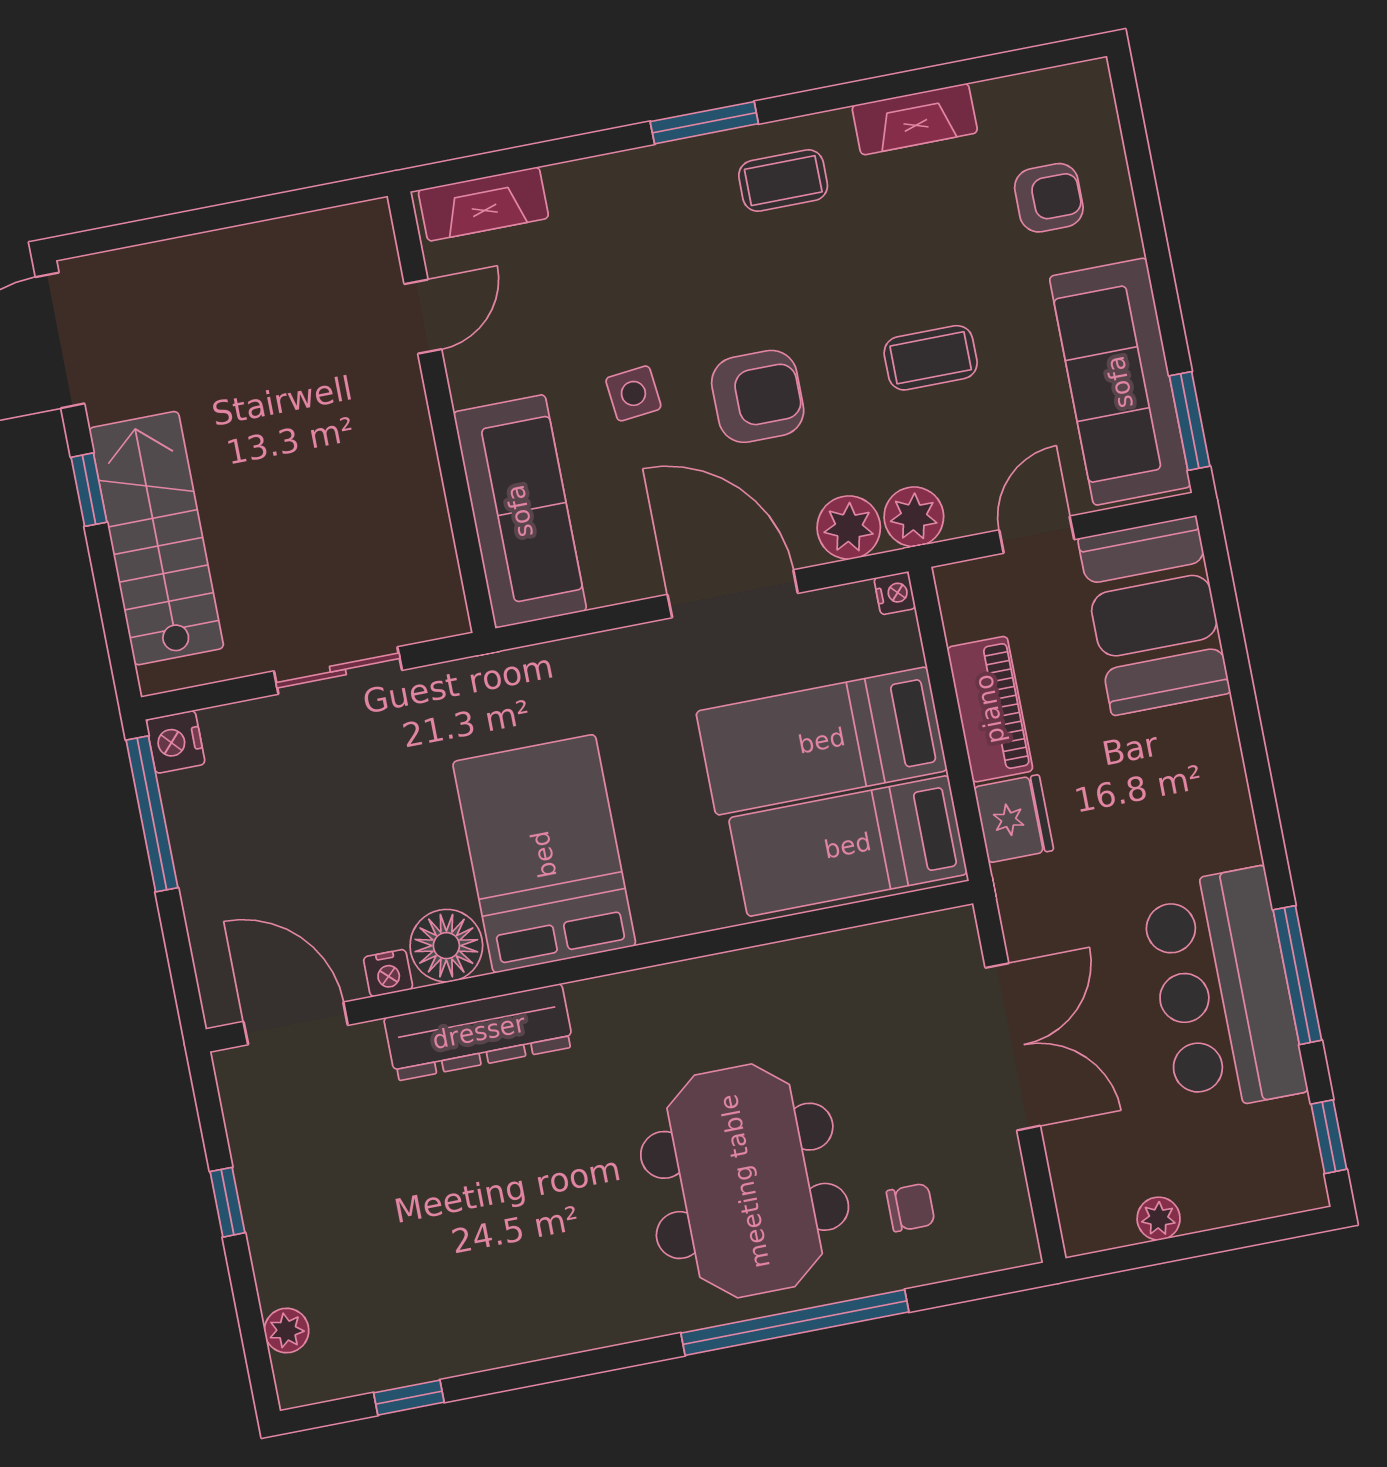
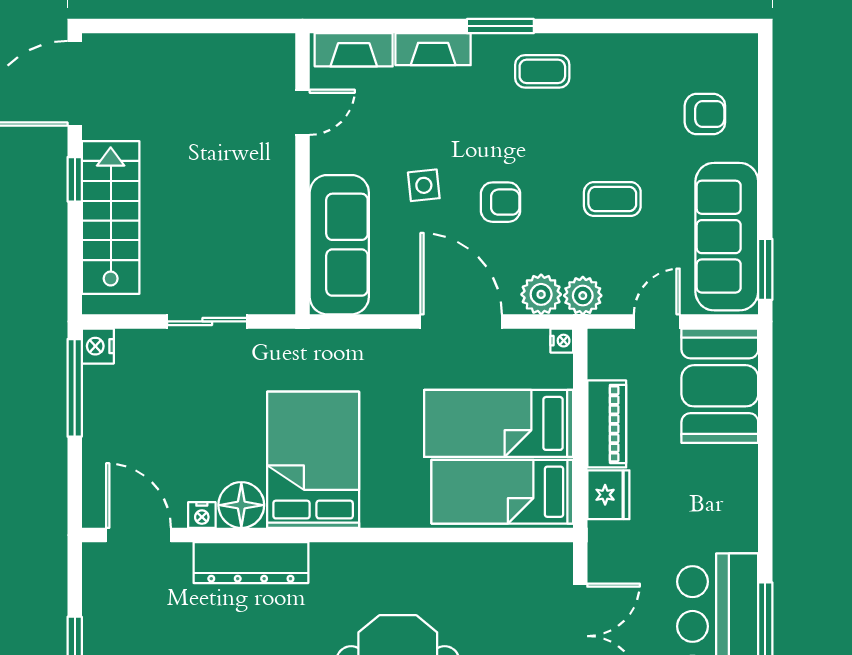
fireplace: (915, 119) -> (433, 49), moved
armchair: (758, 396) -> (500, 202), width x0.72, depth x0.72

